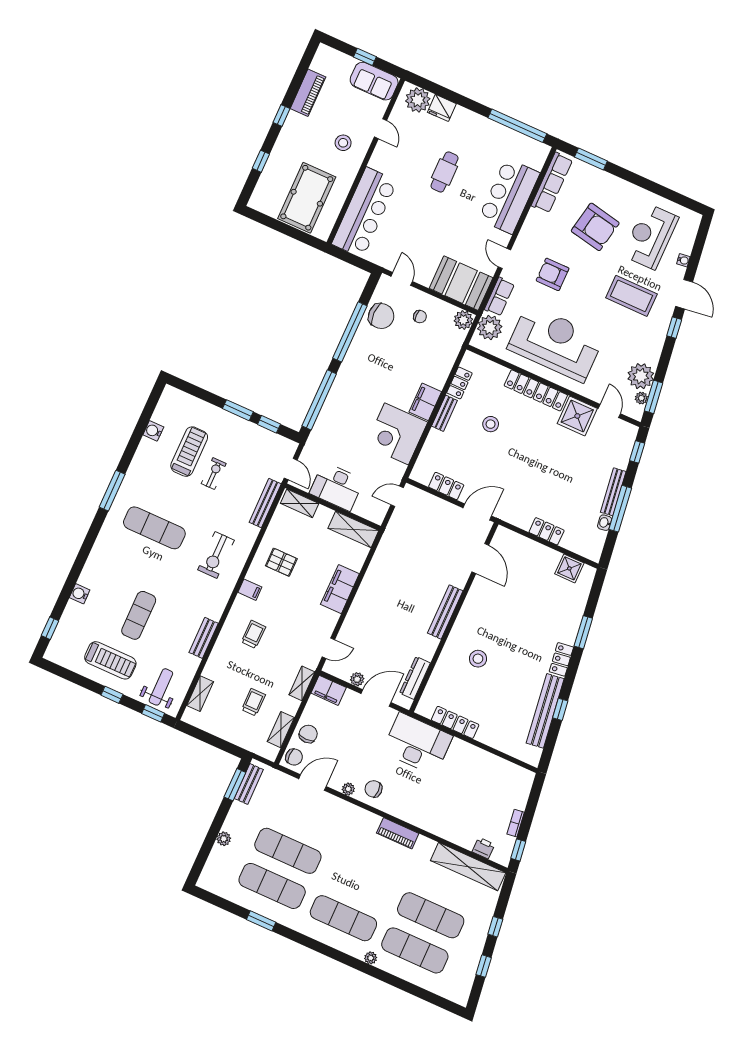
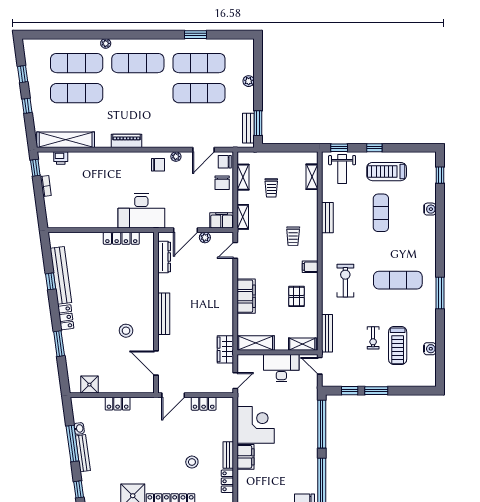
wardrobe: (392, 538) -> (225, 349), added
pallet: (281, 562) -> (296, 296), turned 90
stool: (478, 659) -> (126, 331), moved

